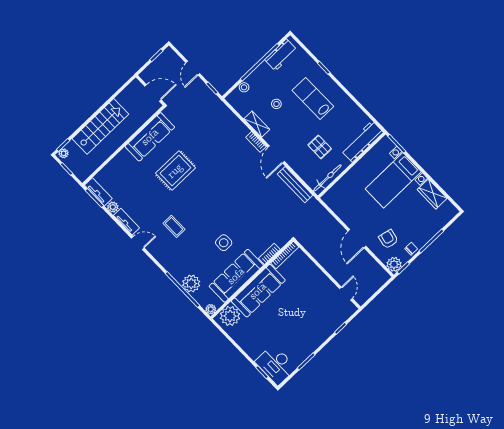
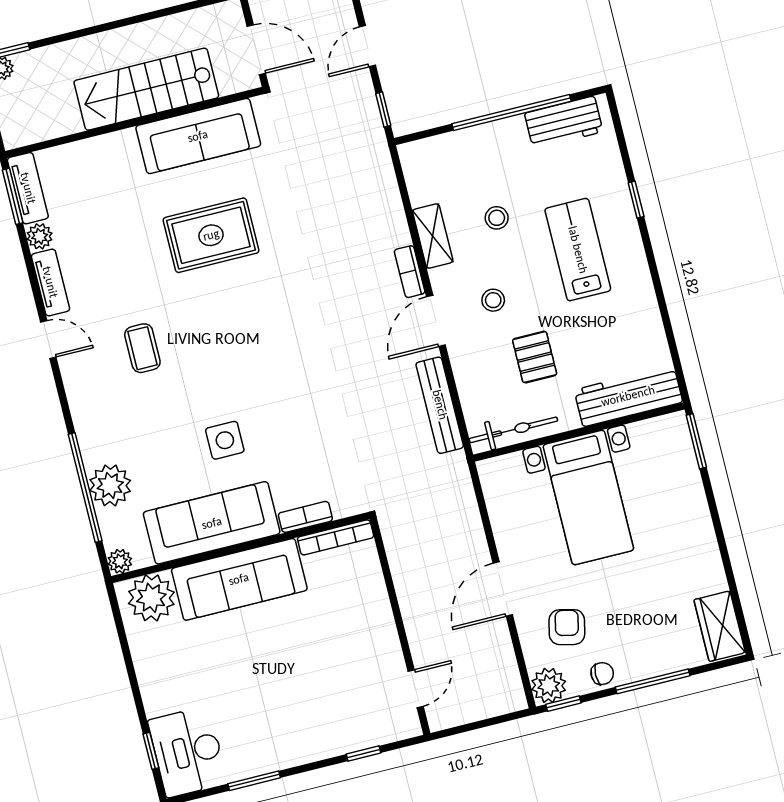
stool: (244, 87) -> (493, 300), moved
stairs: (100, 126) -> (146, 89), moved, turned 180
bed with nightstands: (393, 180) -> (588, 497), moved, turned -90
wardrobe: (432, 194) -> (720, 626), moved

